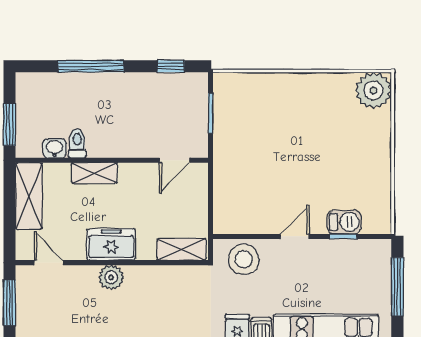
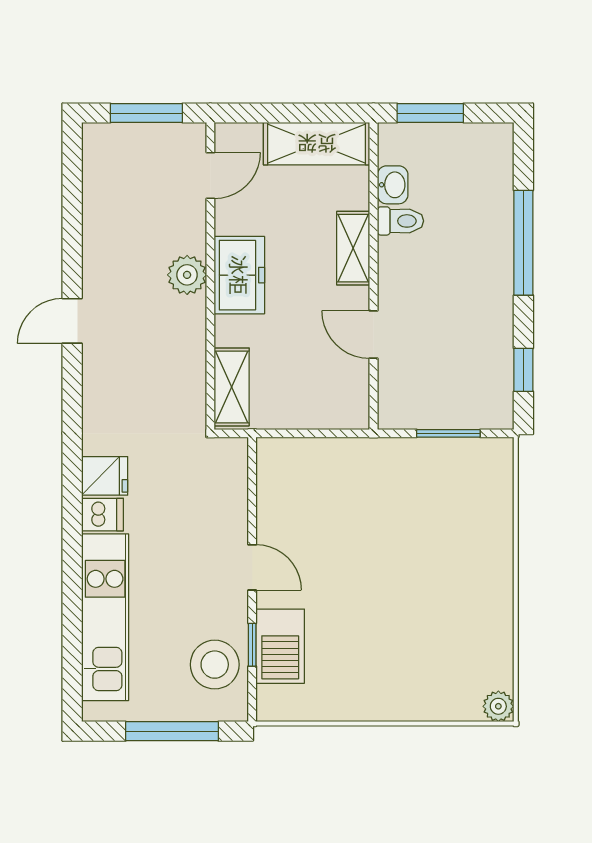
plant: (373, 90) -> (498, 706), width x0.53, depth x0.53
door: (174, 160) -> (373, 335), moved
barbecue: (344, 222) -> (280, 646), width x1.38, depth x1.27
stool: (244, 259) -> (215, 665), moved

